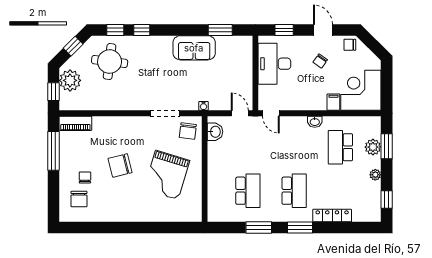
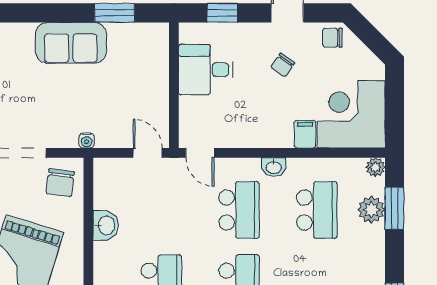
desk: (274, 64) -> (206, 70), width x0.73
washbasin: (215, 132) -> (106, 225), moved
school desk: (294, 147) -> (239, 210), added
school desk: (340, 147) -> (317, 210), turned 180
plant: (375, 175) -> (375, 167), moved

